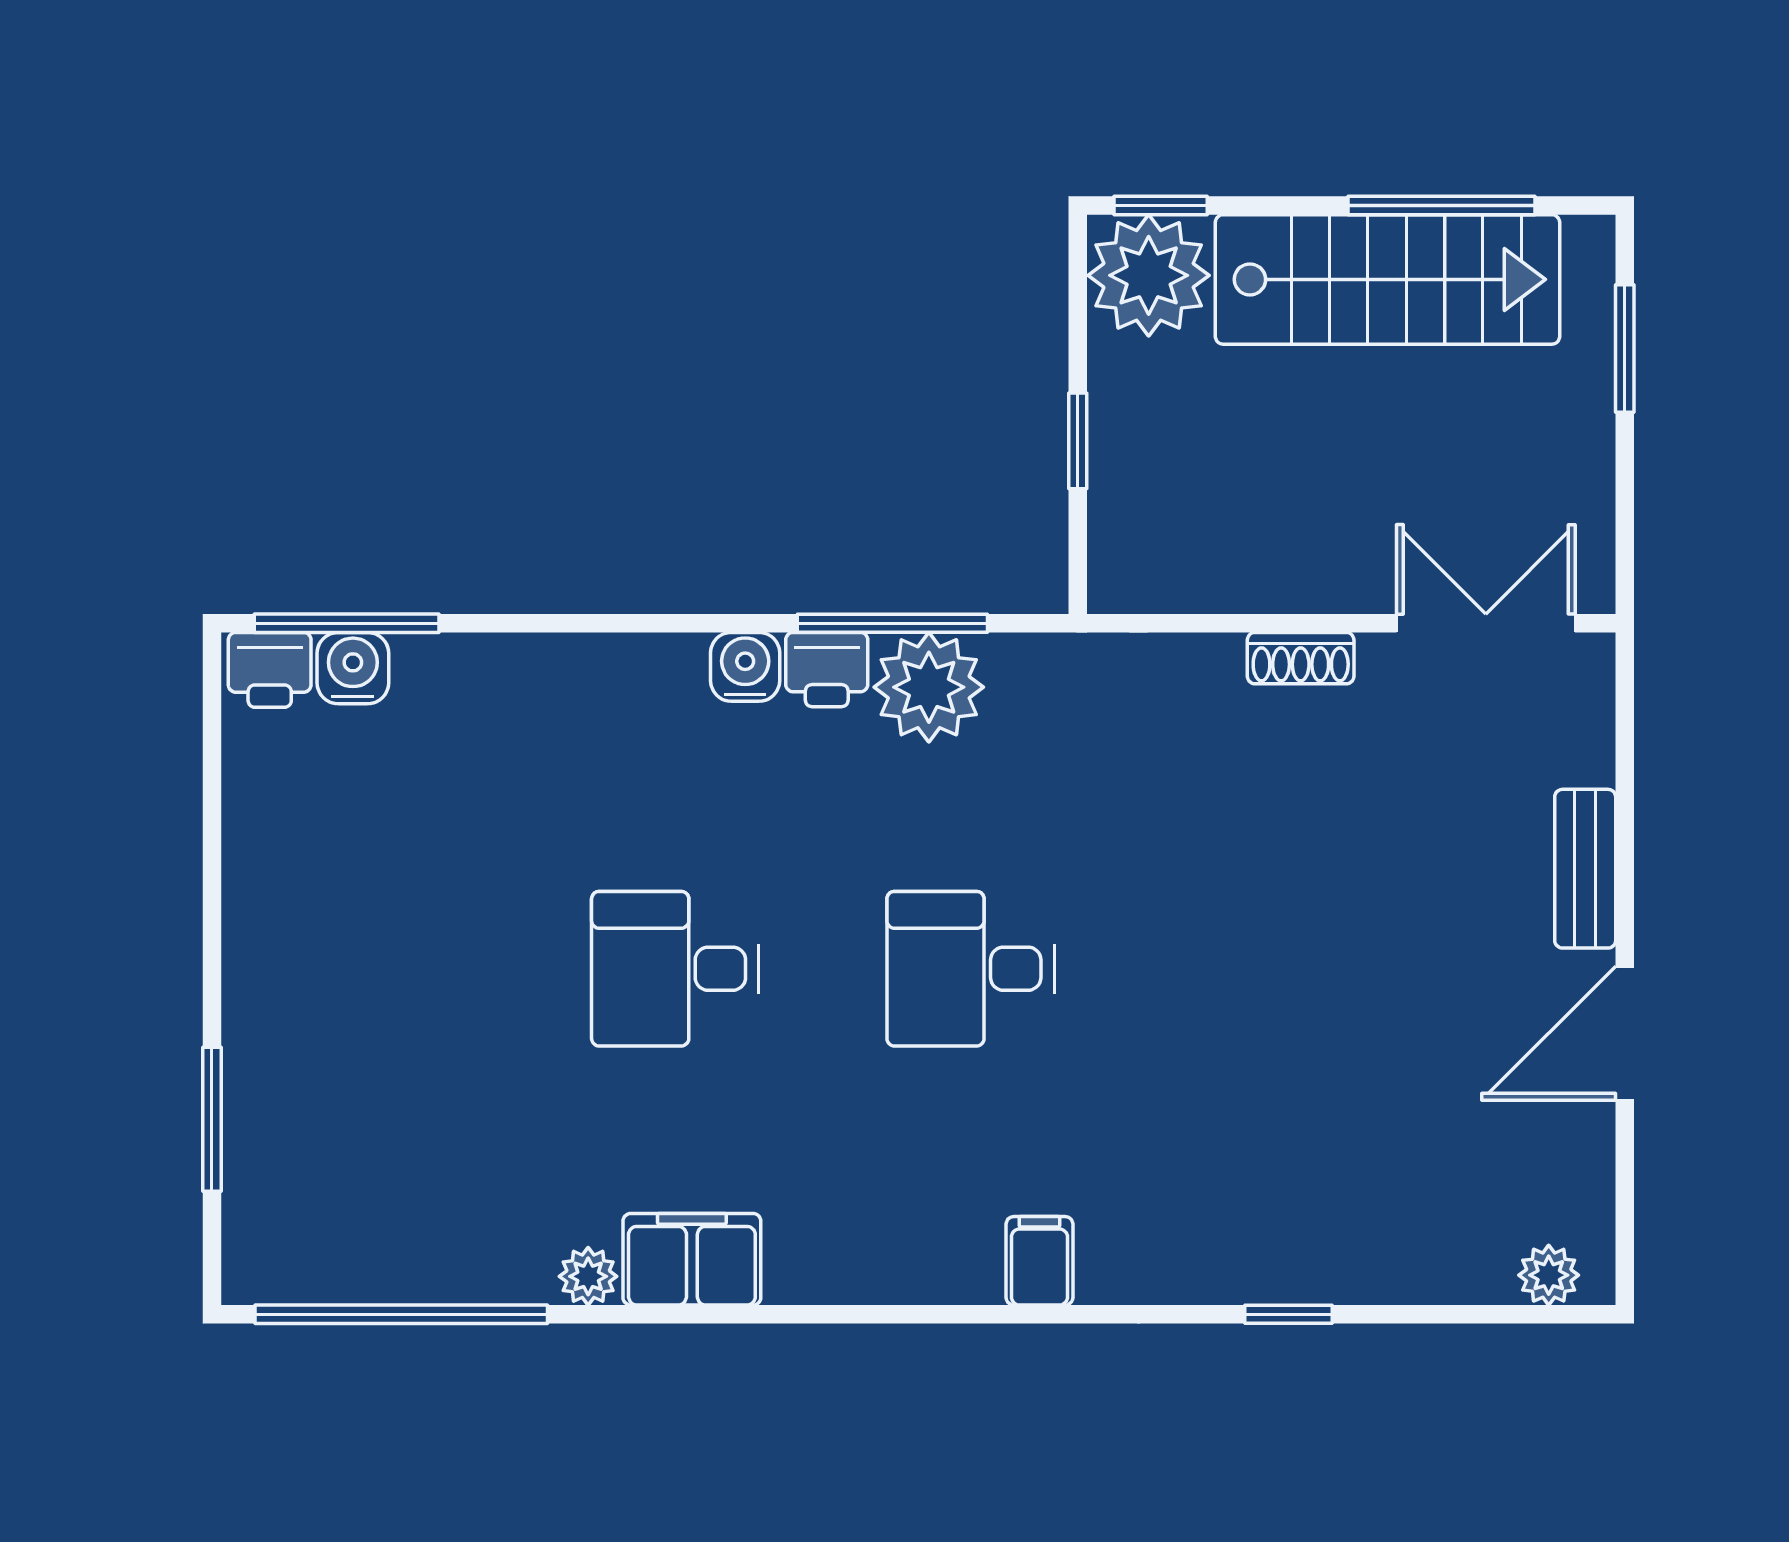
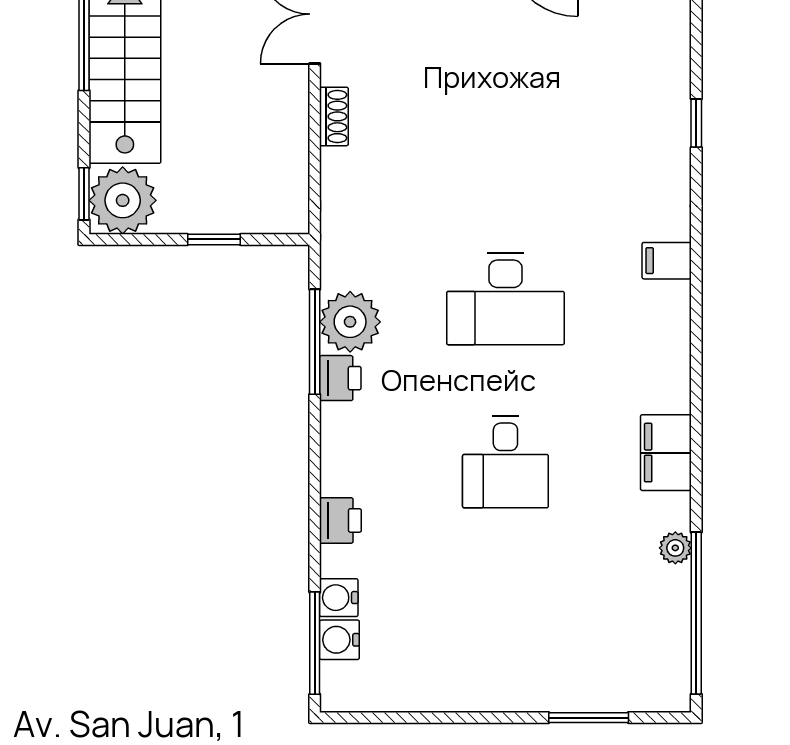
water cooler: (745, 667) -> (339, 598), moved
printer: (270, 670) -> (340, 520), moved
desk: (971, 969) -> (505, 299), width x1.37
plant: (588, 1276) -> (675, 548), moved

